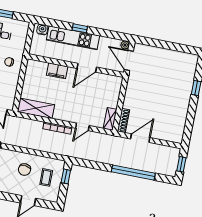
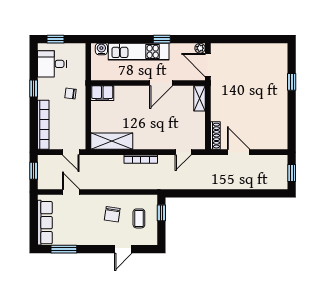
window: (80, 28) -> (162, 39), moved
filing cabinet: (57, 71) -> (102, 93), moved
shelving: (110, 119) -> (199, 98), moved
door: (82, 127) -> (183, 152), moved
door: (140, 138) -> (239, 152), hinge flipped
window: (133, 173) -> (238, 193), removed

